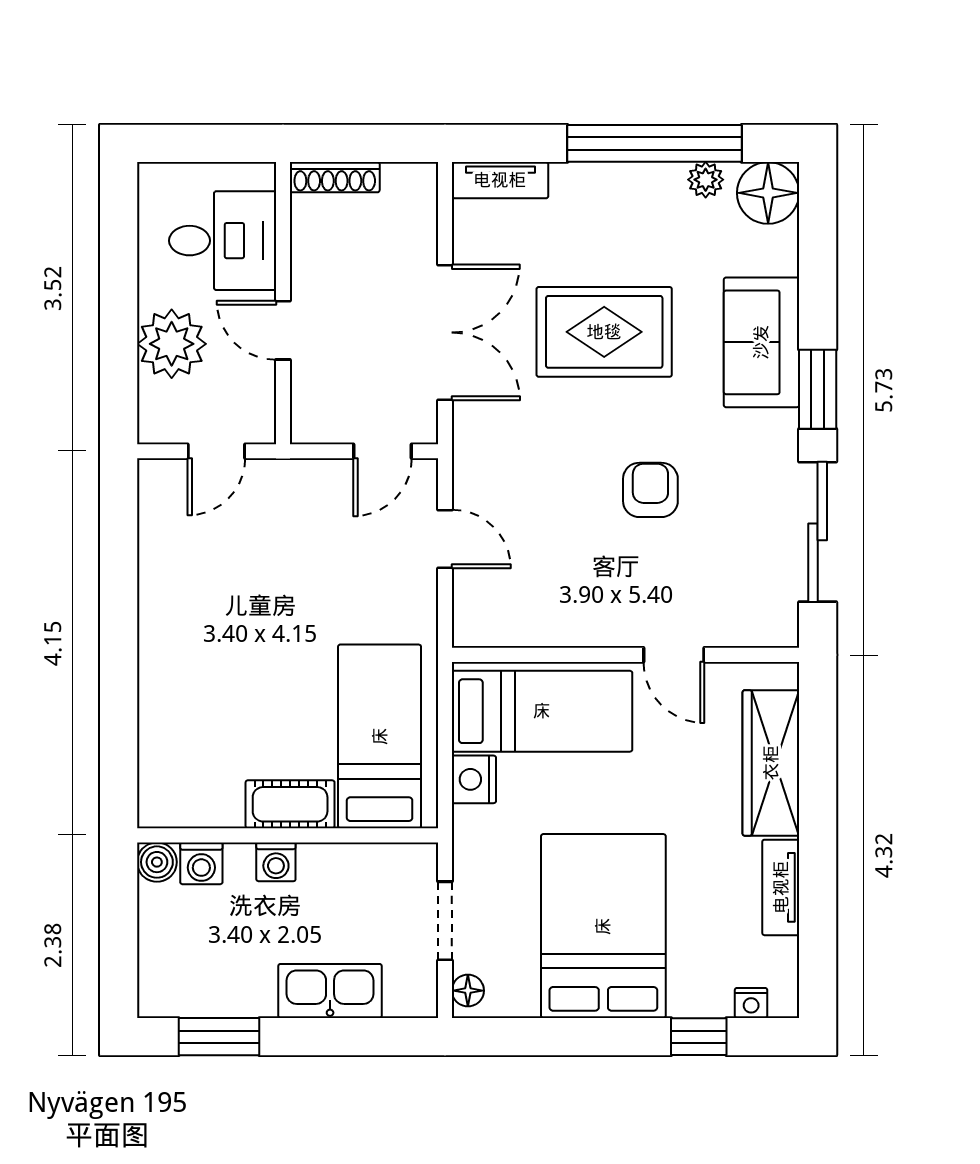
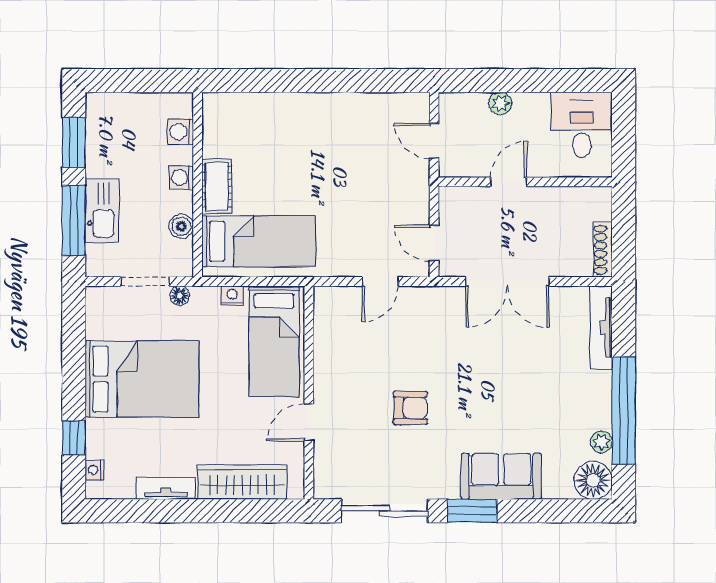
shoe rack: (335, 177) -> (603, 250), moved
tv unit: (500, 180) -> (601, 328), width x1.41
desk: (223, 241) -> (582, 125), moved, turned 180
rug: (604, 332) -> (508, 380), removed
plant: (172, 344) -> (500, 103), width x0.53, depth x0.53
nightstand: (474, 779) -> (232, 296), width x0.72, depth x0.74
boiler: (157, 862) -> (181, 226), moved
floor lamp: (468, 991) -> (180, 296), moved
window: (346, 1037) -> (74, 221), added

